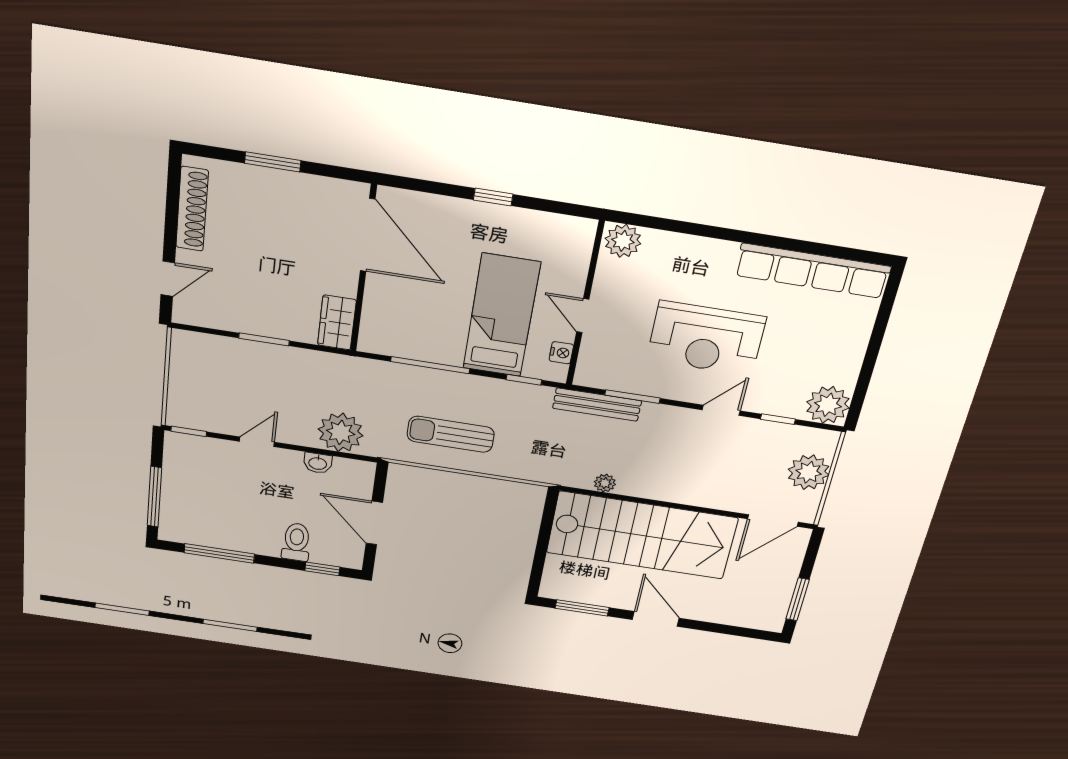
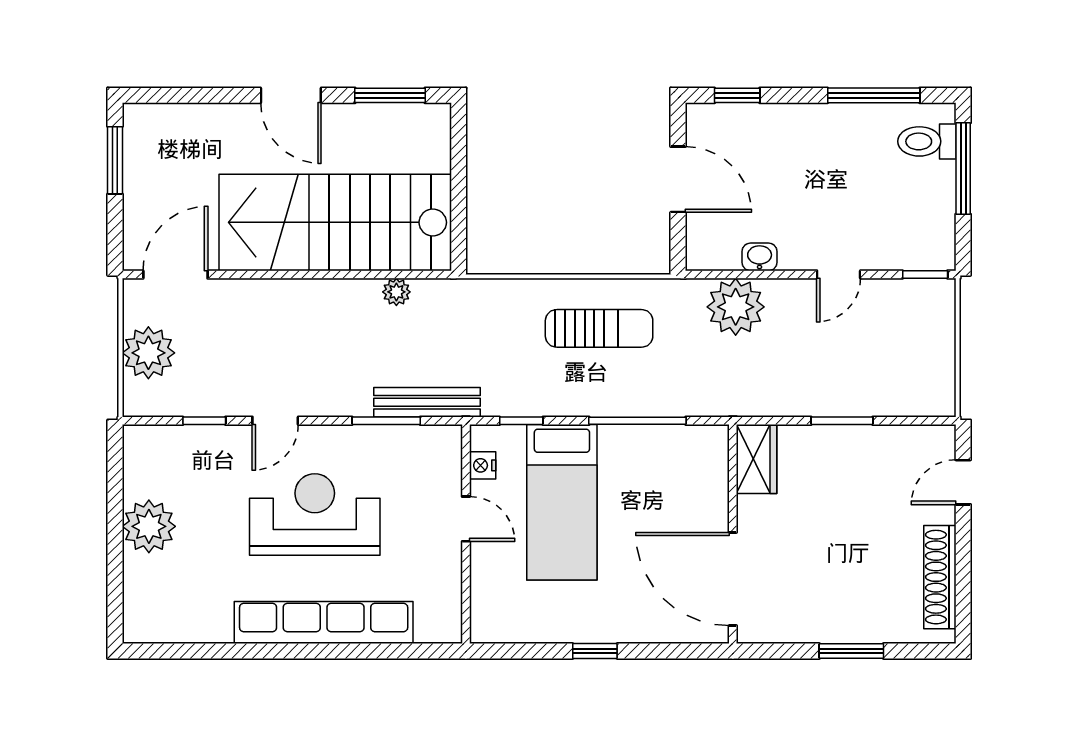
plant: (623, 241) -> (437, 622), removed
row of seats: (812, 271) -> (324, 623), moved
plant: (828, 405) -> (149, 526), moved
toilet: (296, 542) -> (927, 141), moved, turned 90

